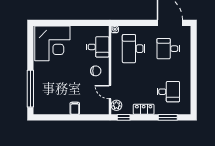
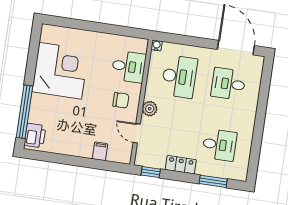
corner desk: (52, 43) -> (60, 71), moved, turned -90
desk: (134, 49) -> (179, 77), turned 180
printer: (40, 104) -> (35, 136), added
plant: (116, 105) -> (150, 109), moved
filing cabinet: (75, 108) -> (100, 151), moved

